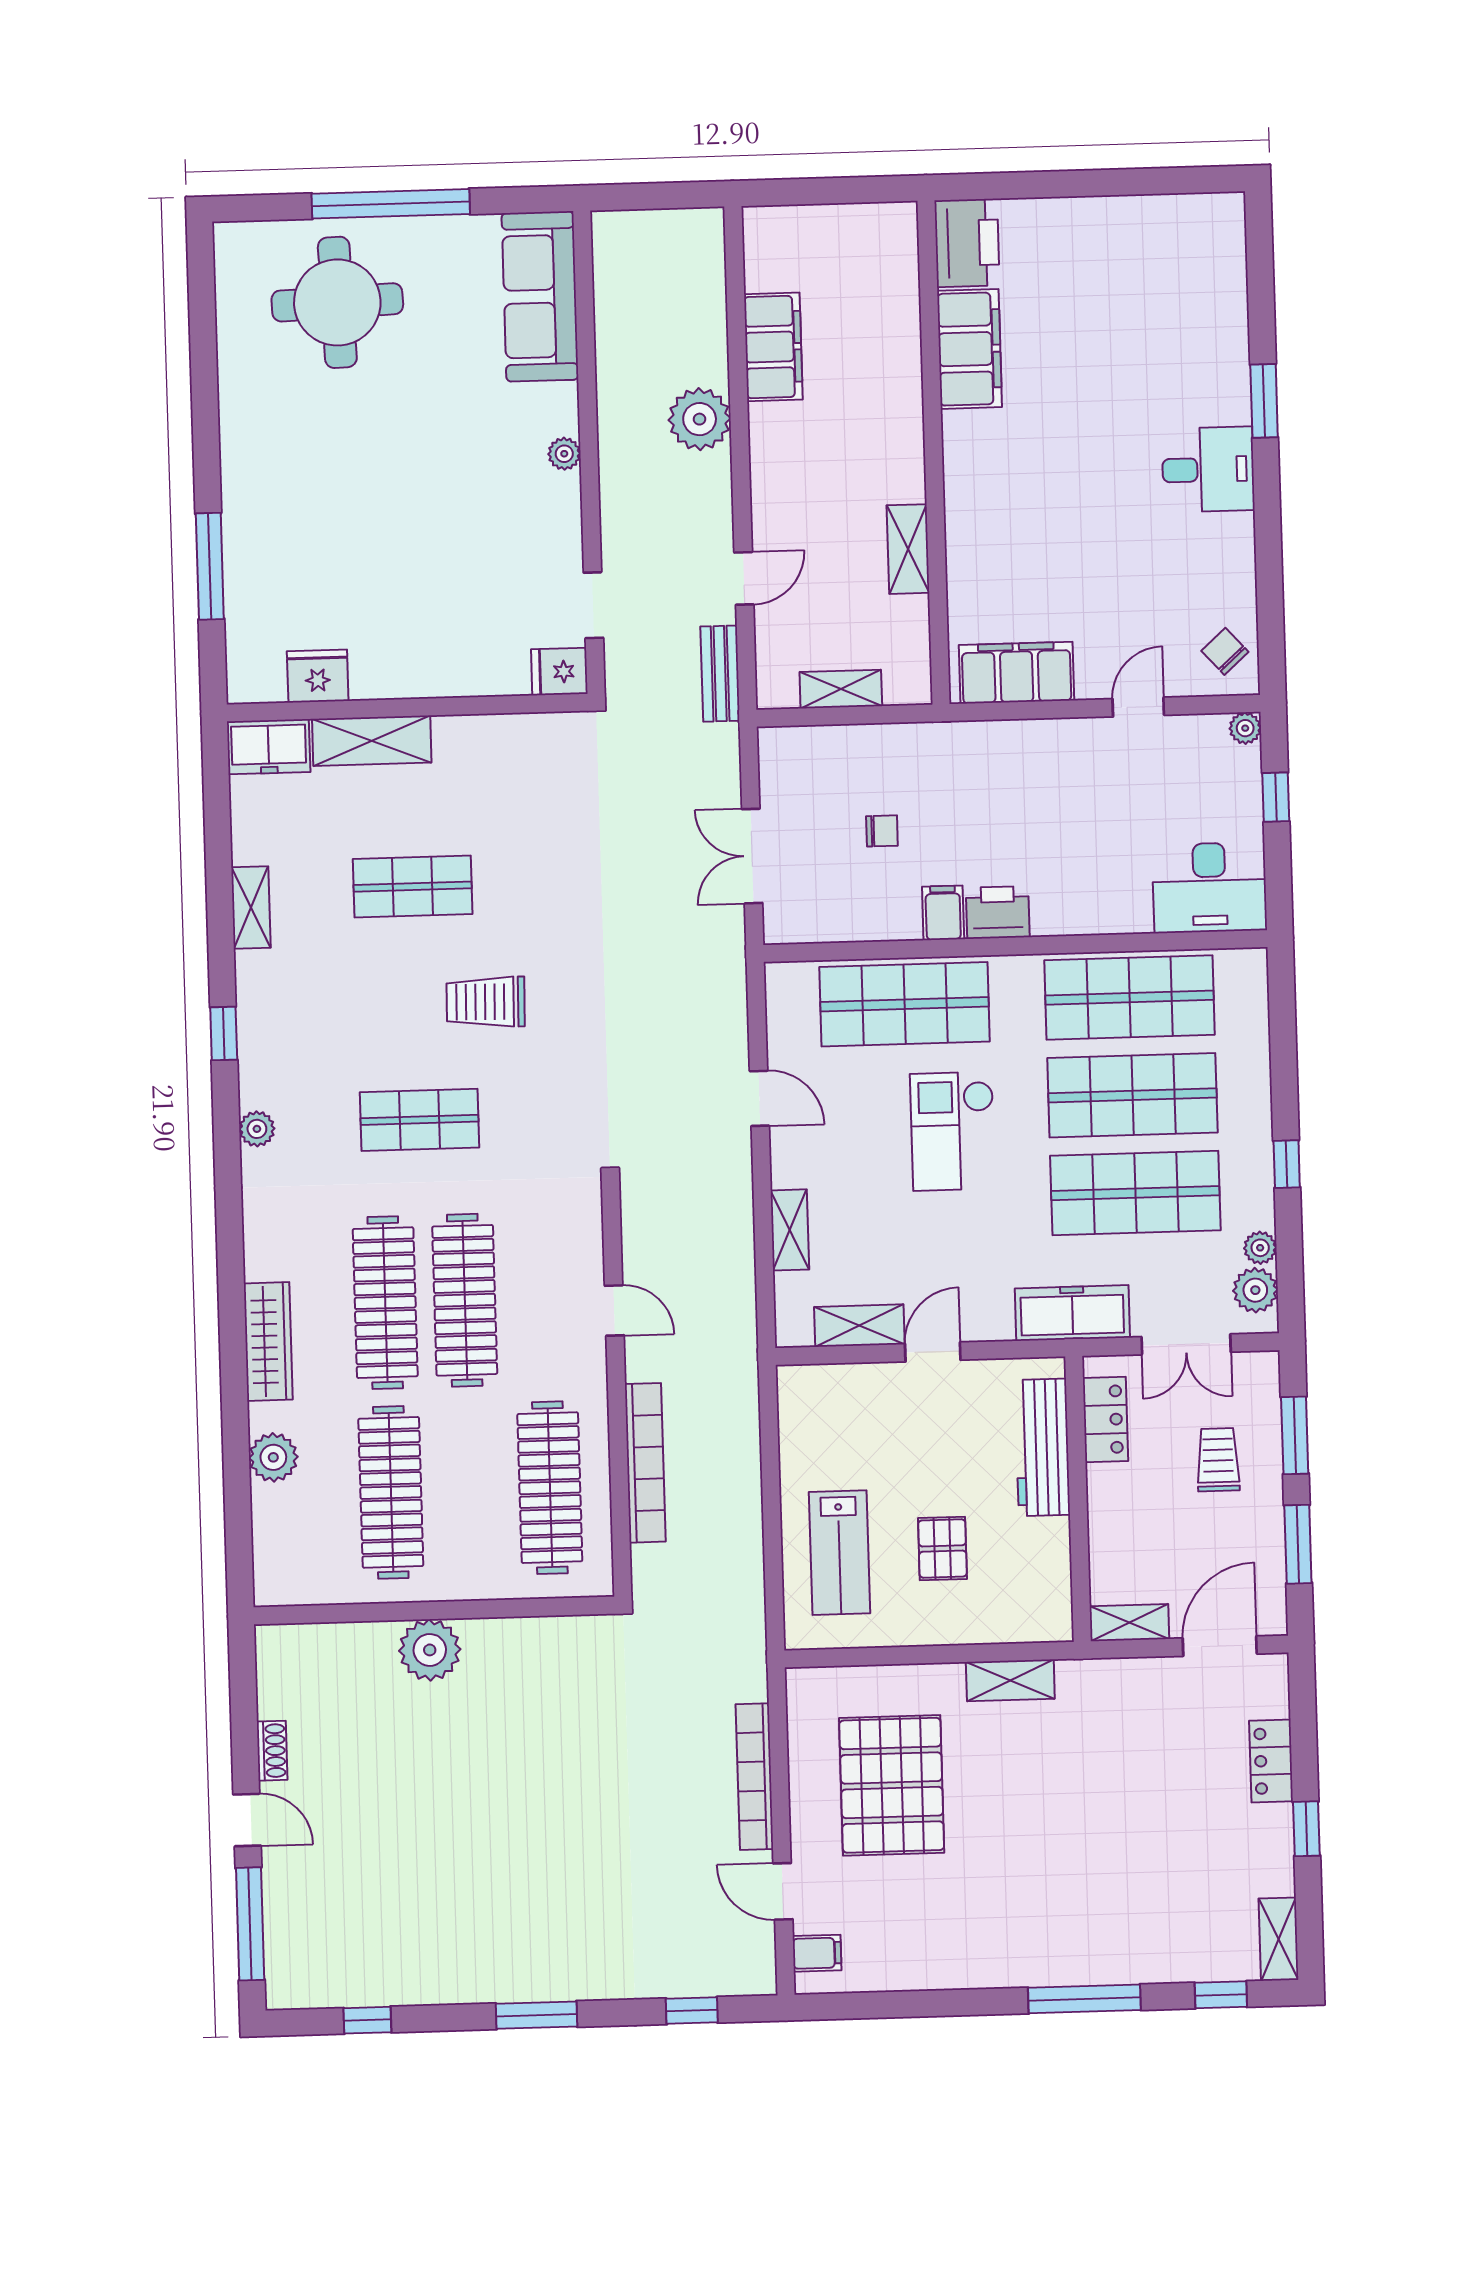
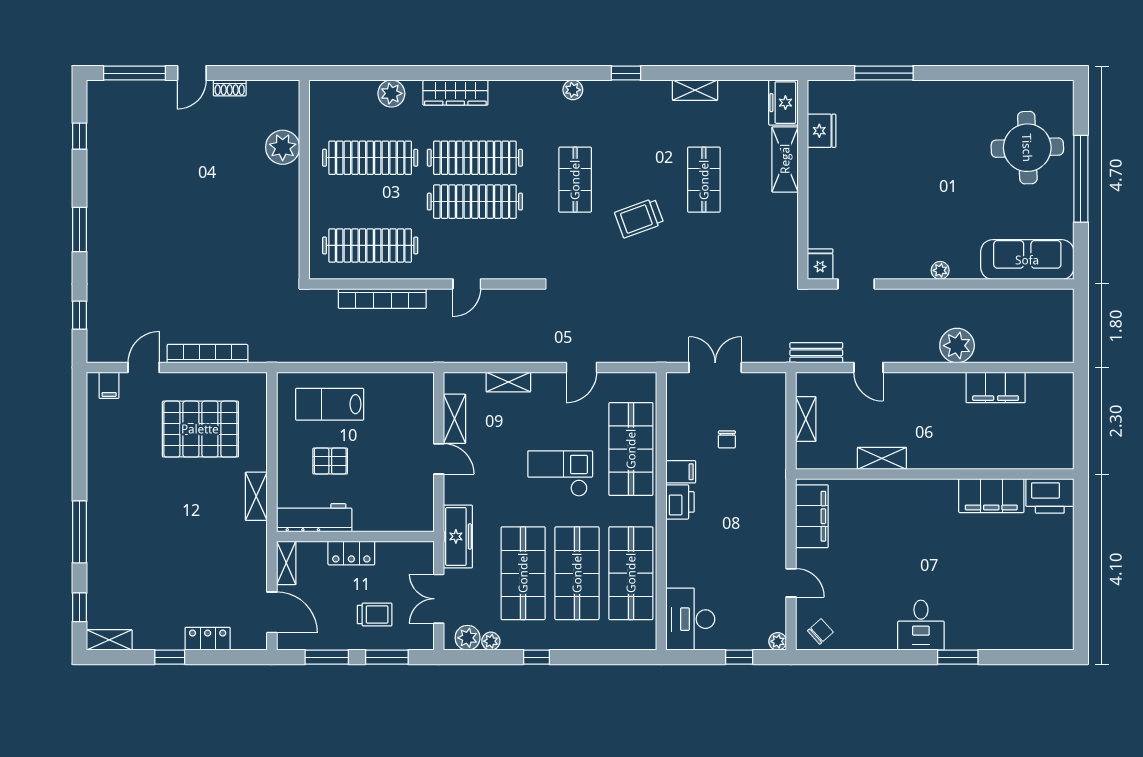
trolley: (486, 1002) -> (639, 218), turned -111
locker: (1105, 1419) -> (351, 553), moved
workbench: (1042, 1447) -> (314, 518), moved
plant: (430, 1650) -> (283, 147), moved

